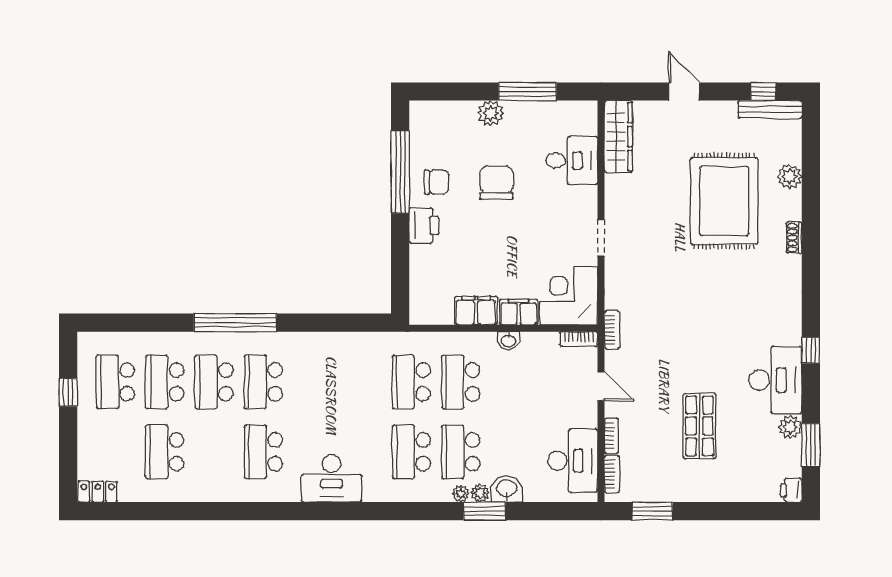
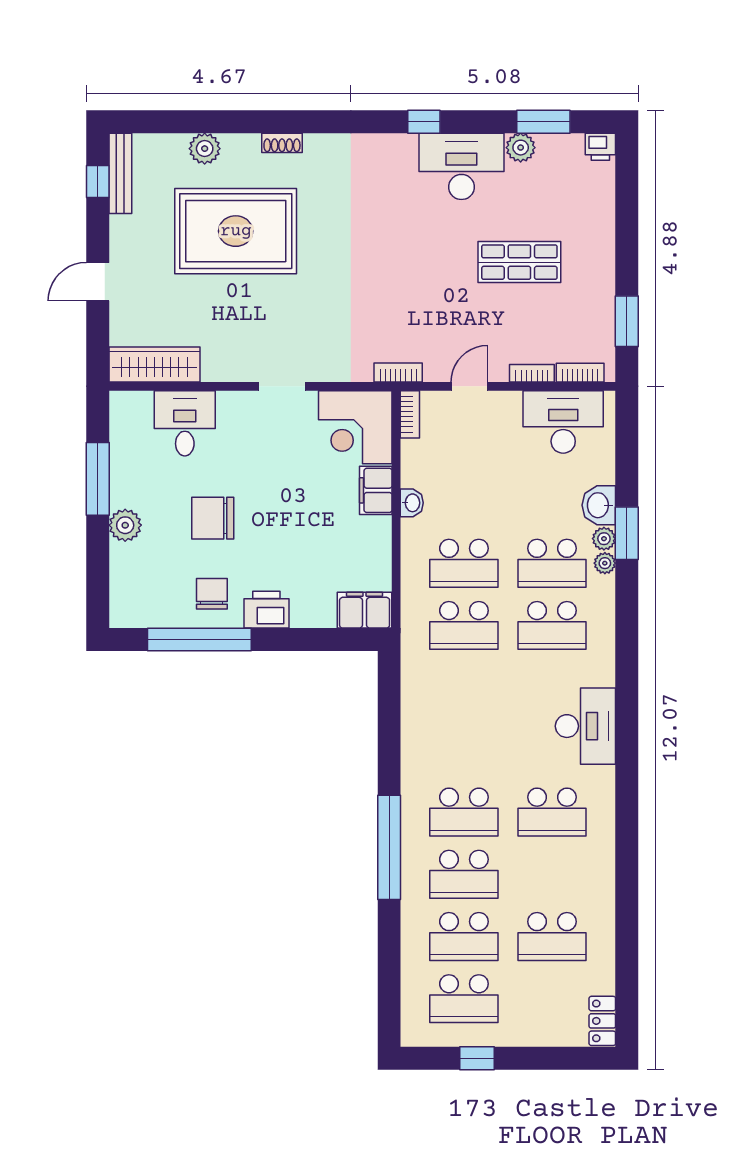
filing cabinet: (476, 311) -> (365, 610), moved, turned 90

